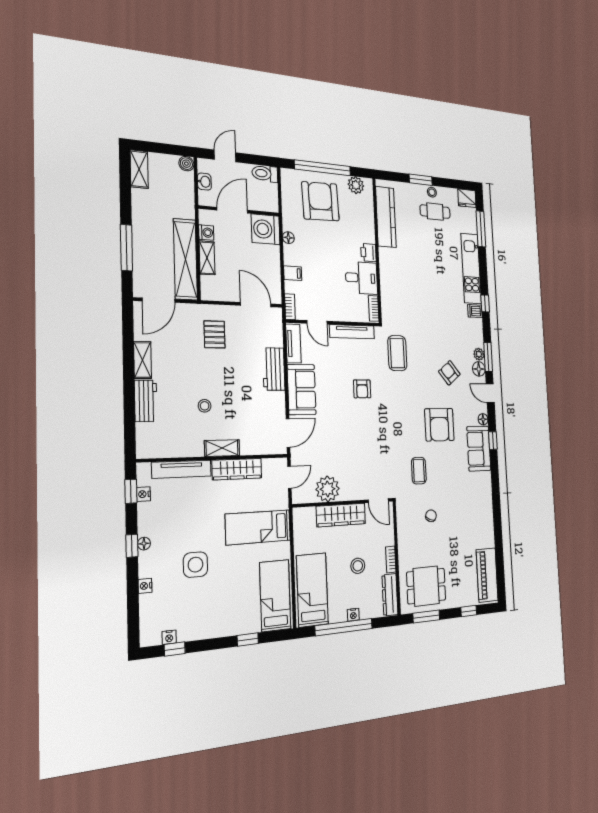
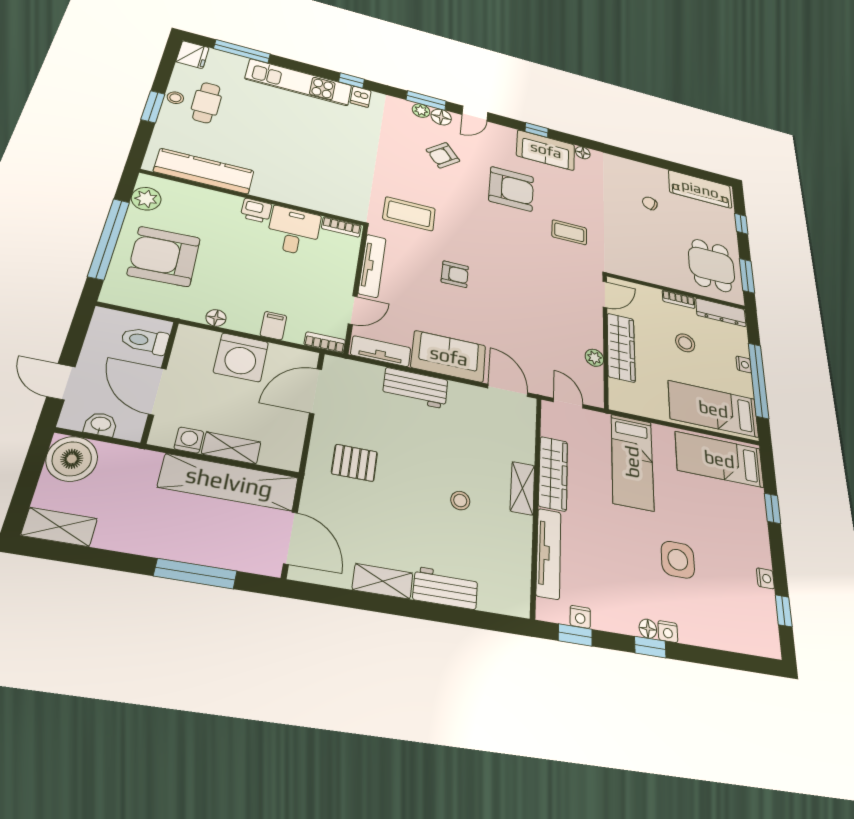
boiler: (186, 164) -> (72, 459), width x1.86, depth x1.86
toilet: (265, 174) -> (145, 341), moved, turned 90
washing machine: (266, 229) -> (241, 357), moved
floor lamp: (483, 419) -> (583, 153), moved
plant: (328, 489) -> (594, 358), width x0.53, depth x0.53
chair: (431, 516) -> (650, 203), moved
nightstand: (145, 586) -> (668, 632), moved
nightstand: (169, 637) -> (765, 578), moved

